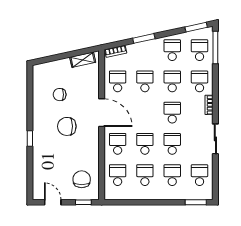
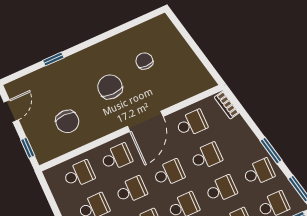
window: (144, 38) -> (271, 151), moved
shelving: (83, 60) -> (199, 70), removed
school desk: (145, 113) -> (169, 173), added
window: (30, 138) -> (53, 59), moved
chair: (82, 179) -> (67, 121), moved, turned 90

